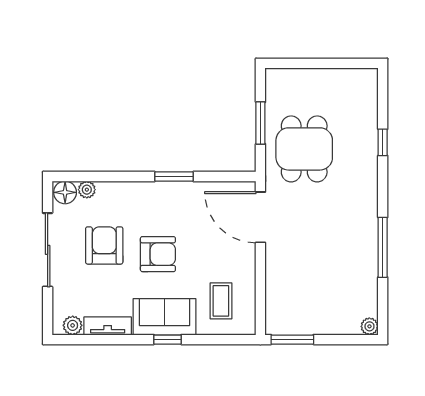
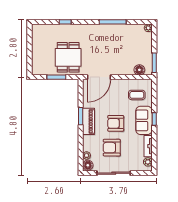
dining table: (304, 149) -> (68, 57), turned 90
piano: (162, 194) -> (89, 121), added
armchair: (158, 254) -> (116, 123), turned -90
floor lamp: (276, 307) -> (139, 70), added

